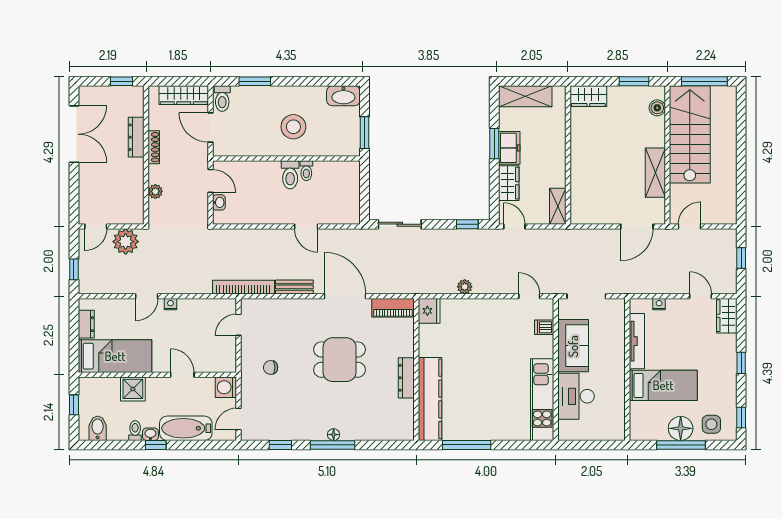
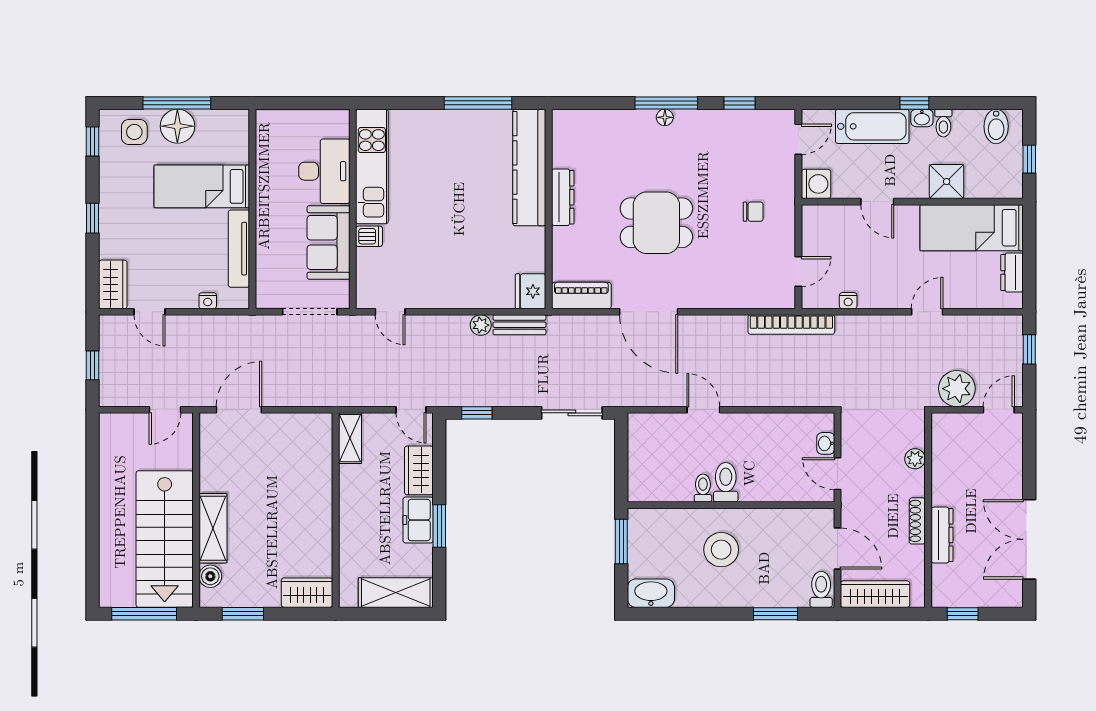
shelving: (655, 173) -> (213, 528), moved
bench: (294, 287) -> (519, 325), moved
nightstand: (170, 304) -> (848, 301), moved
dishwasher: (544, 327) -> (369, 236), moved

